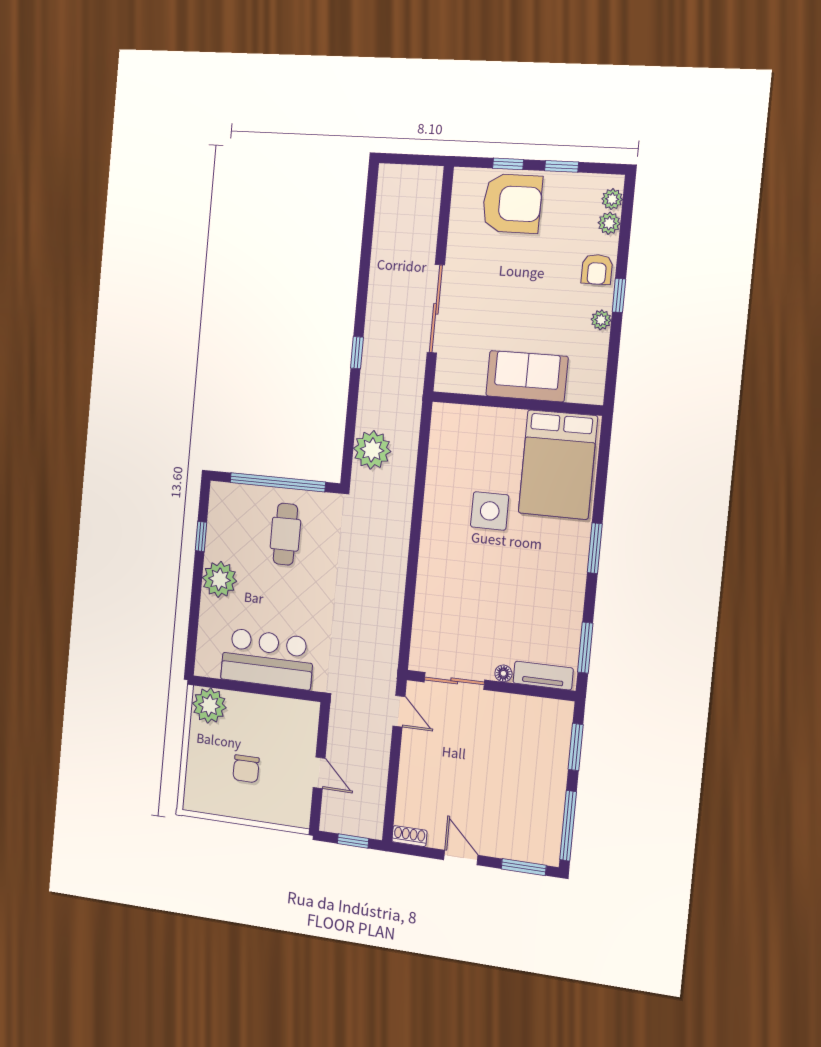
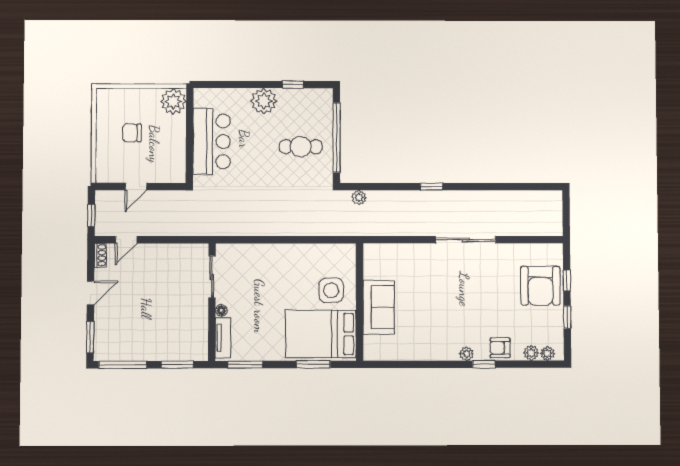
sofa: (527, 376) -> (379, 307), moved
wall: (517, 404) -> (360, 302), moved
plant: (372, 450) -> (359, 197), width x0.53, depth x0.53
bed: (558, 465) -> (321, 334), moved
door: (399, 711) -> (126, 240), moved

